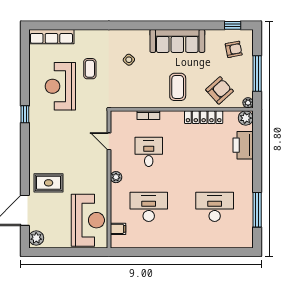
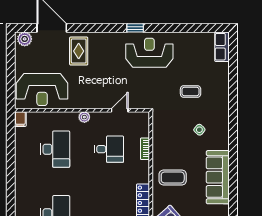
row of seats: (51, 37) -> (222, 47), width x0.68
reception desk: (60, 86) -> (149, 53), moved
window: (25, 114) -> (135, 28), moved
filing cabinet: (118, 229) -> (20, 119), moved

